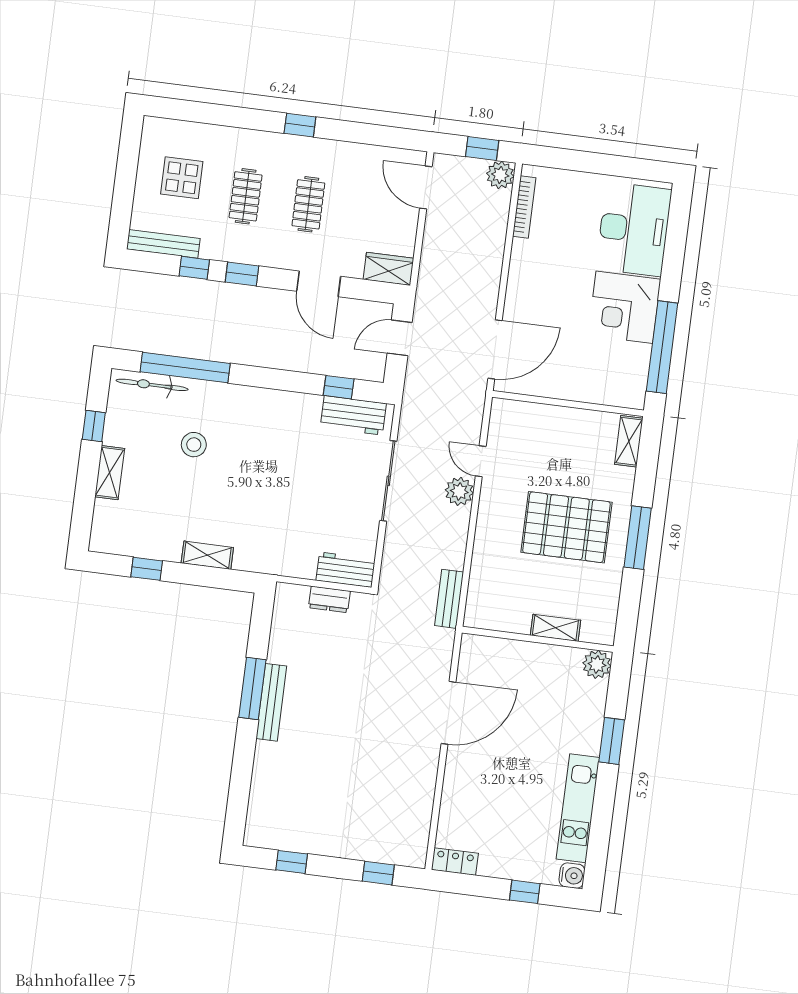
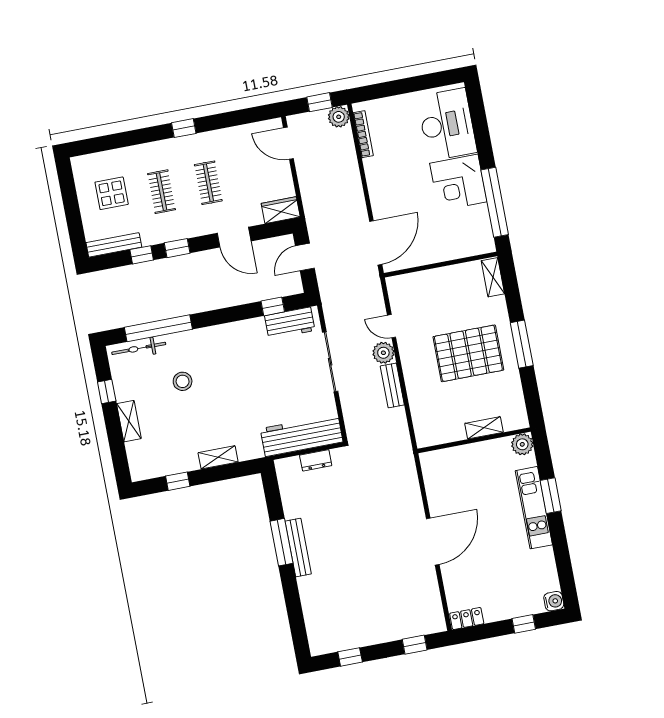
workbench: (346, 570) -> (302, 435), width x1.88, depth x1.32
bench: (449, 599) -> (392, 385), moved
door: (448, 713) -> (433, 542), moved
kitchen unit: (578, 808) -> (534, 508), moved

